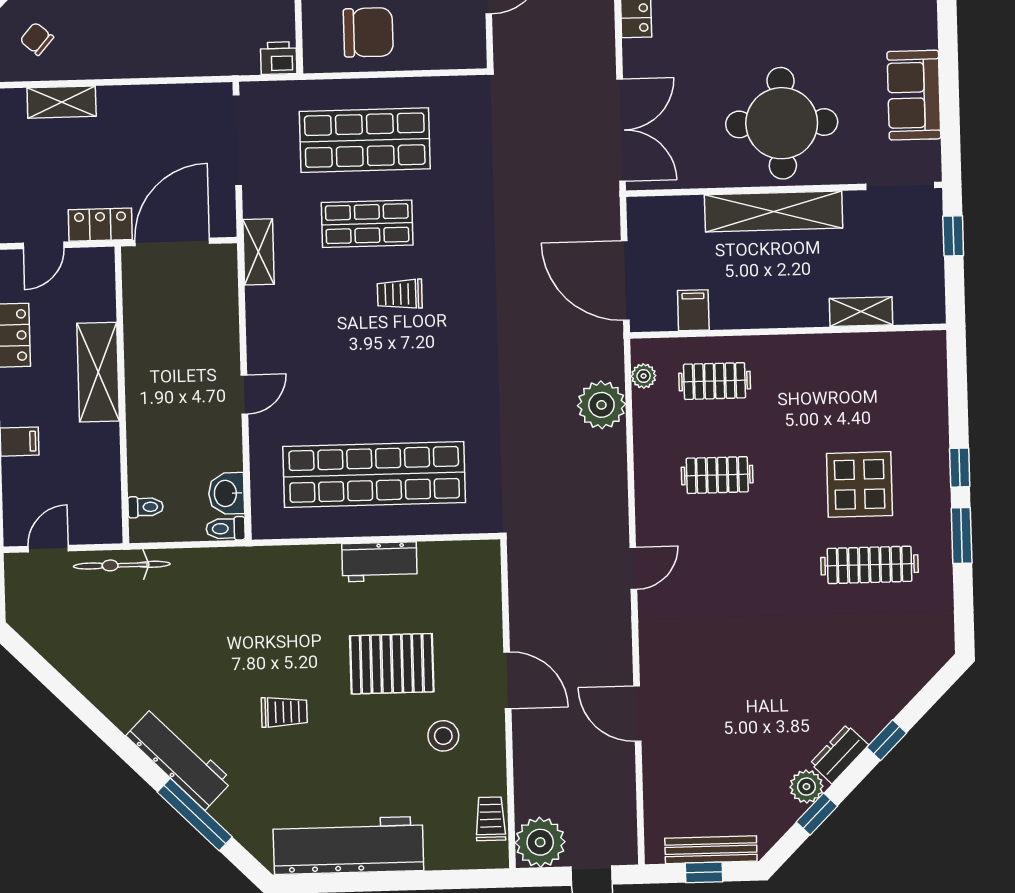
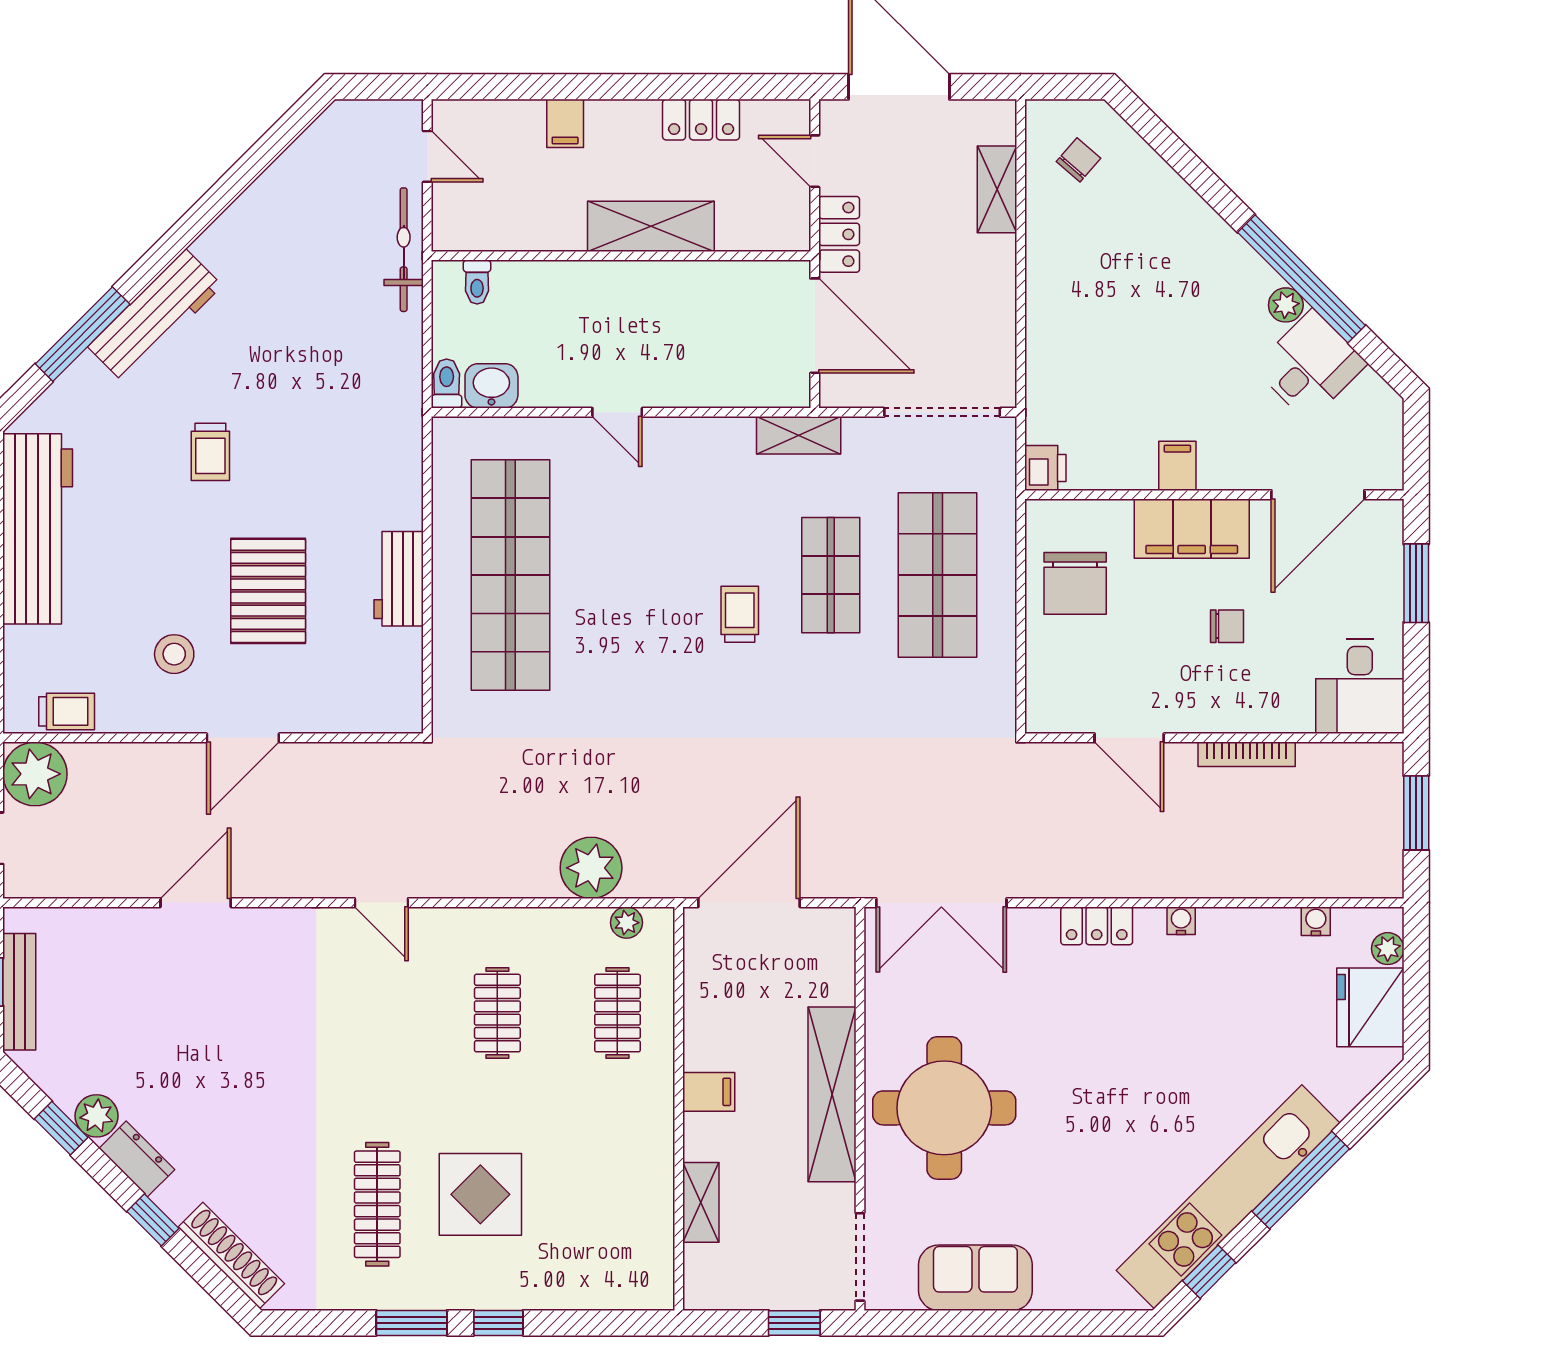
filing cabinet: (693, 310) -> (709, 1092), moved
shoe rack: (913, 678) -> (231, 1255), added

